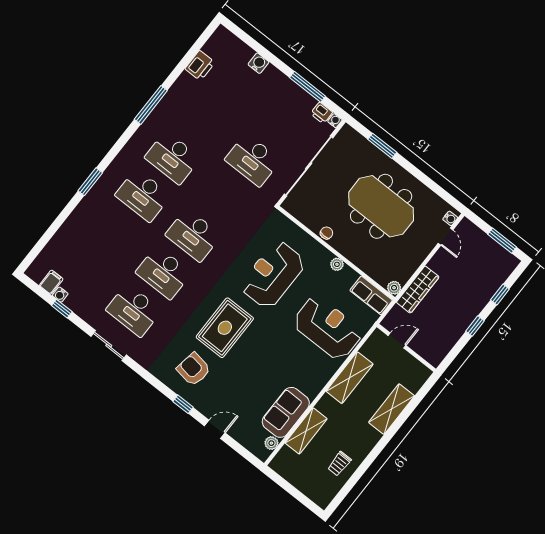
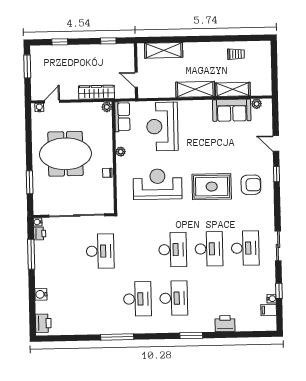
printer: (200, 66) -> (43, 323), moved, turned 90
meeting table: (381, 206) -> (65, 154), turned 90
printer: (74, 226) -> (225, 324), added
reception desk: (273, 275) -> (158, 184), turned 180
window: (475, 326) -> (108, 41), moved
armchair: (194, 369) -> (251, 185), turned -99
shelving: (350, 378) -> (195, 89), moved
shelving: (392, 409) -> (164, 50), moved

